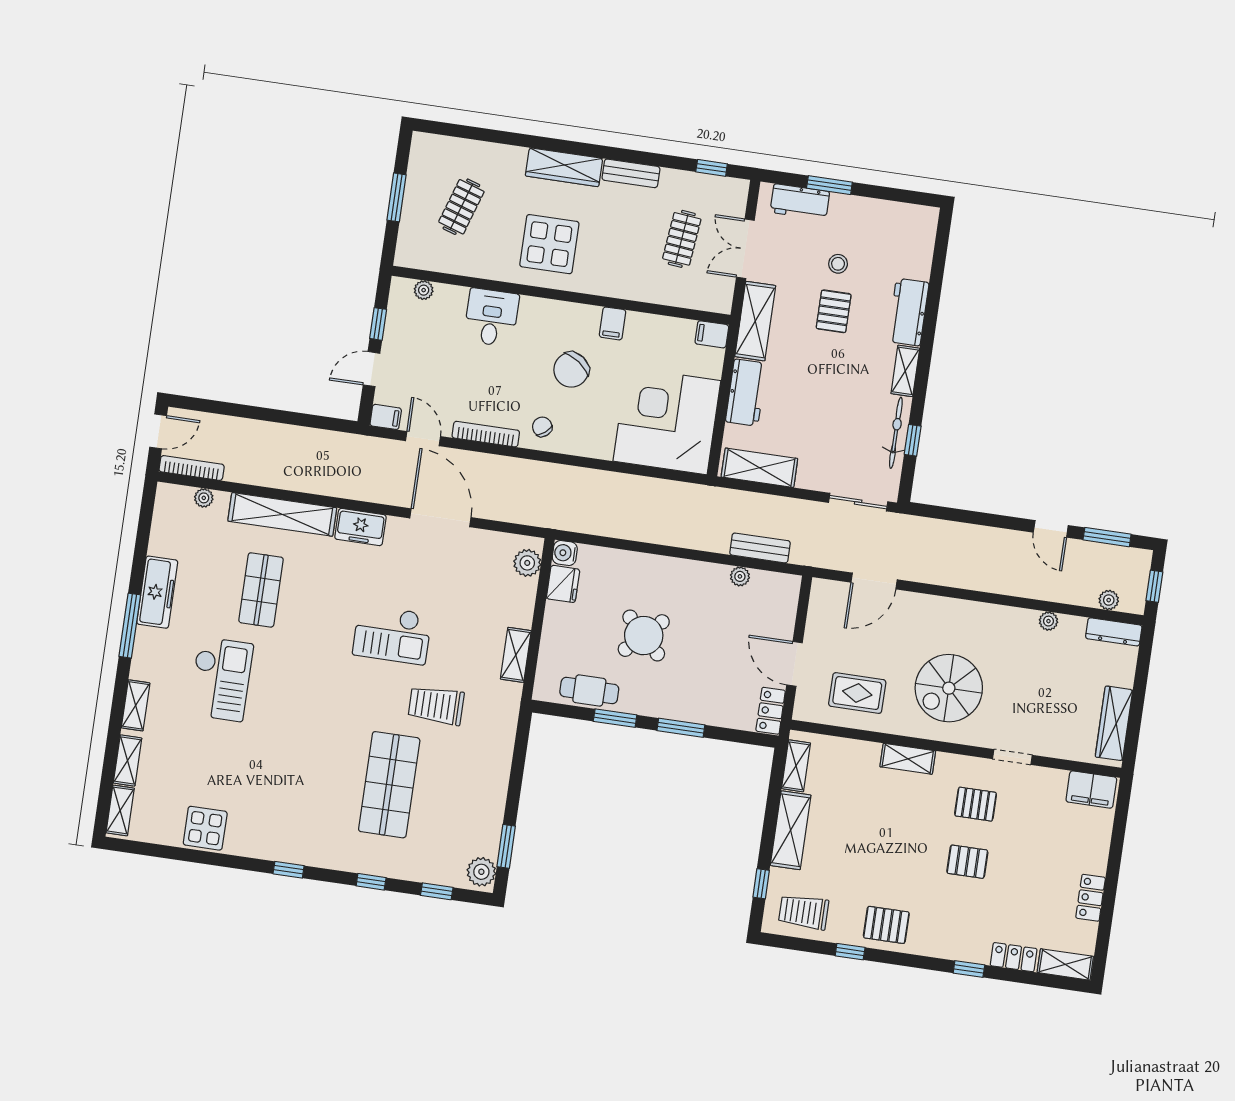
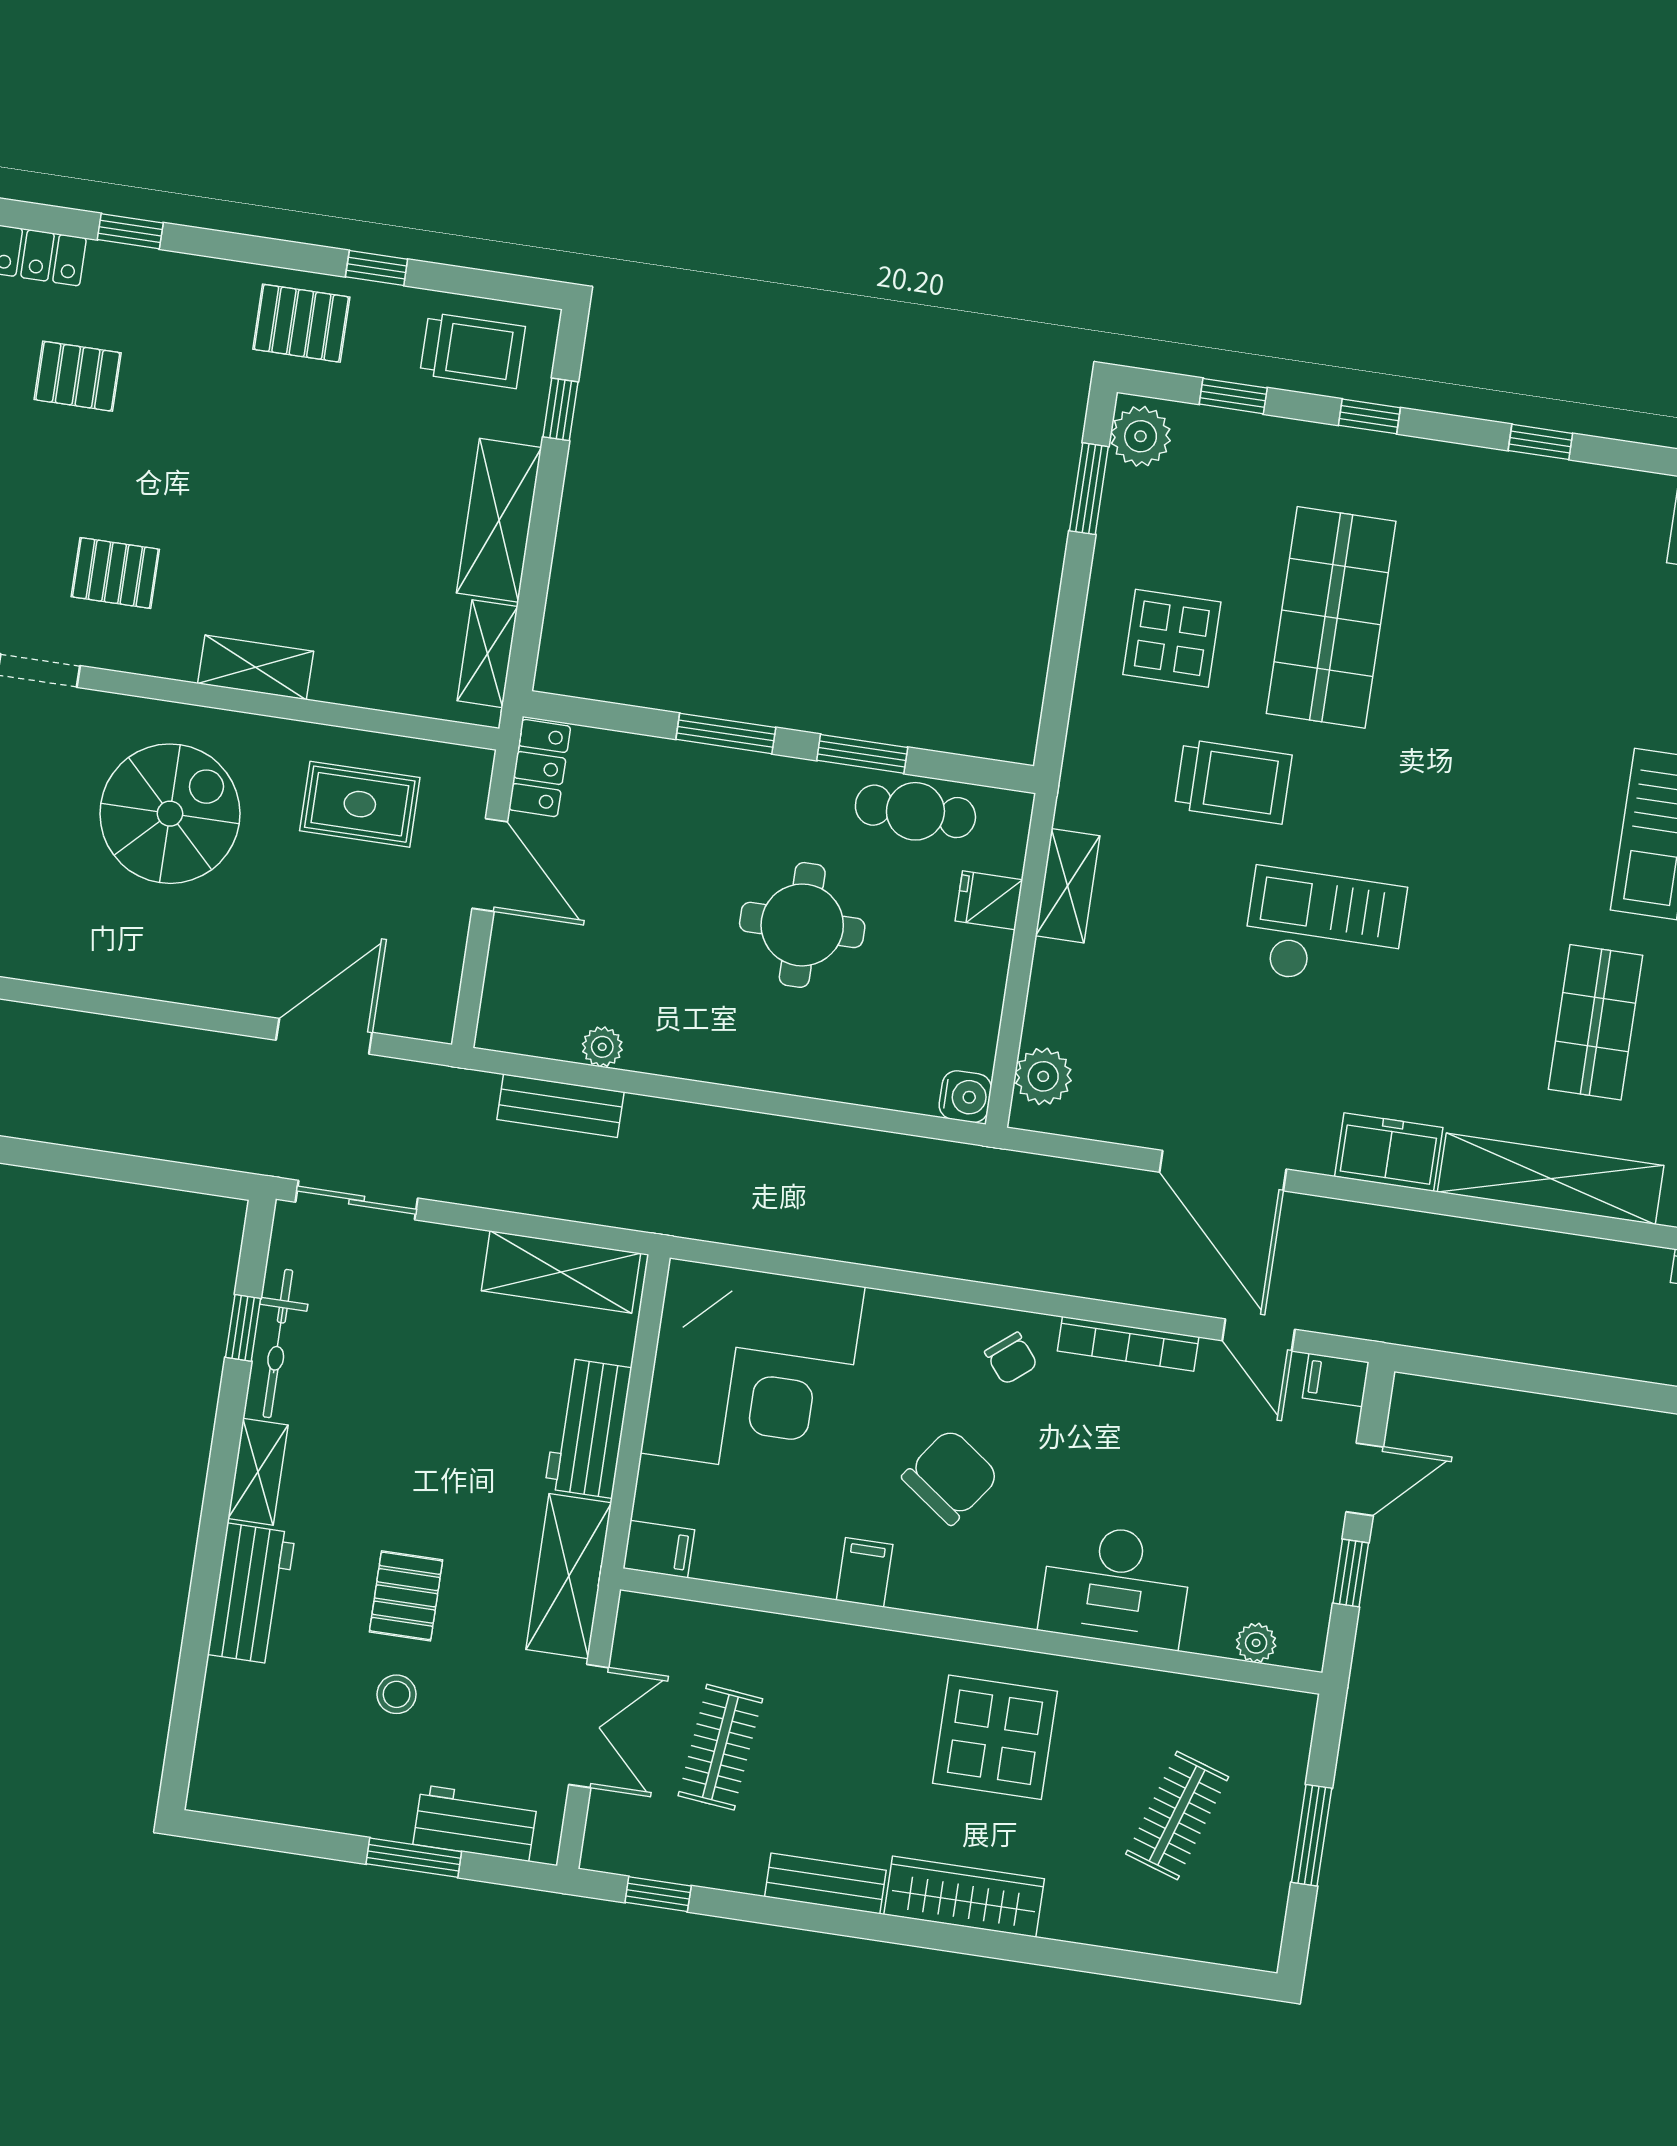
desk: (491, 318) -> (1116, 1585), width x1.37
fridge: (563, 584) -> (989, 900), moved, width x0.72
round table: (644, 636) -> (802, 925), turned 45
display table: (466, 774) -> (1172, 638), added
pallet: (967, 862) -> (78, 376), moved

